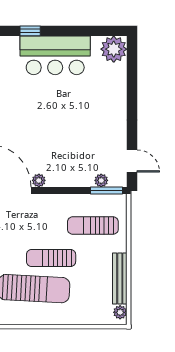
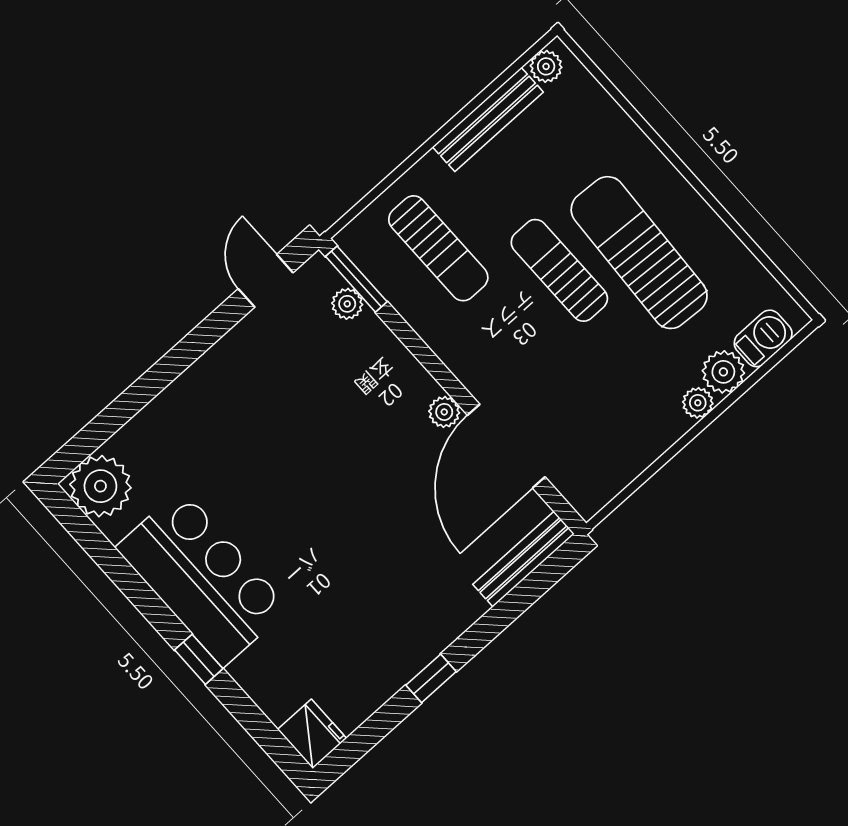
sun lounger: (51, 258) -> (559, 270), turned 180

